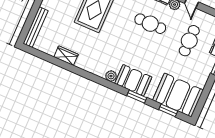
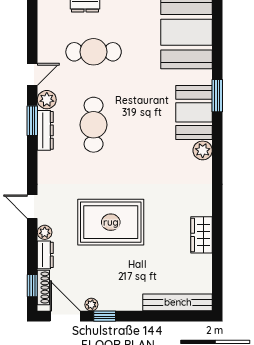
window: (168, 110) -> (217, 37), removed

